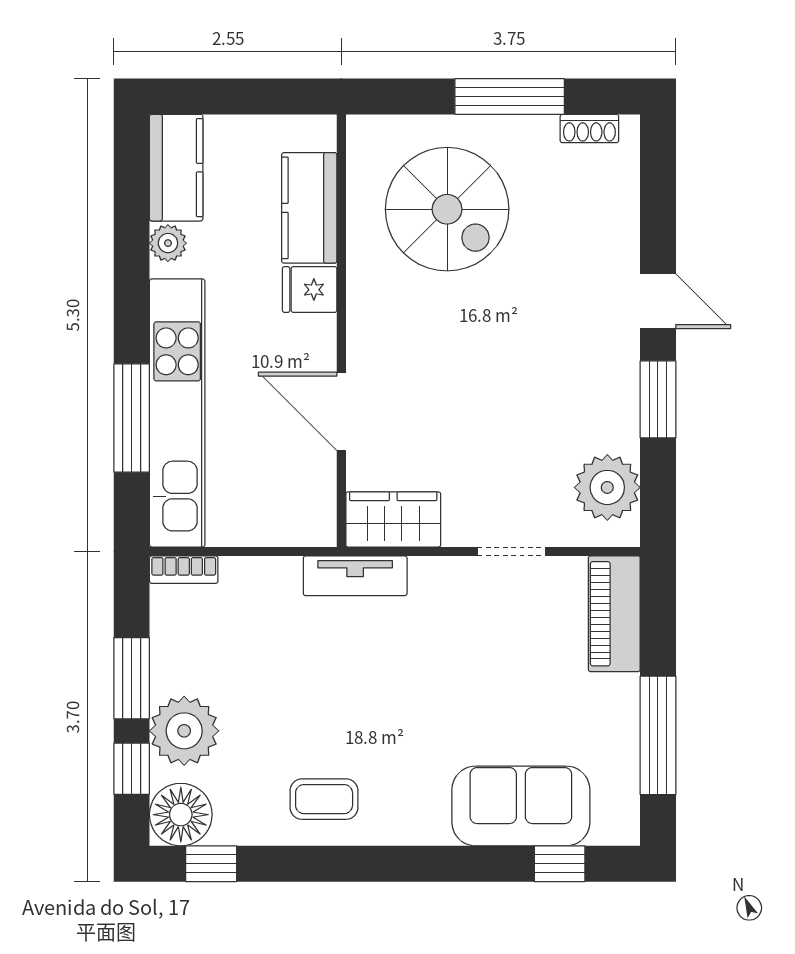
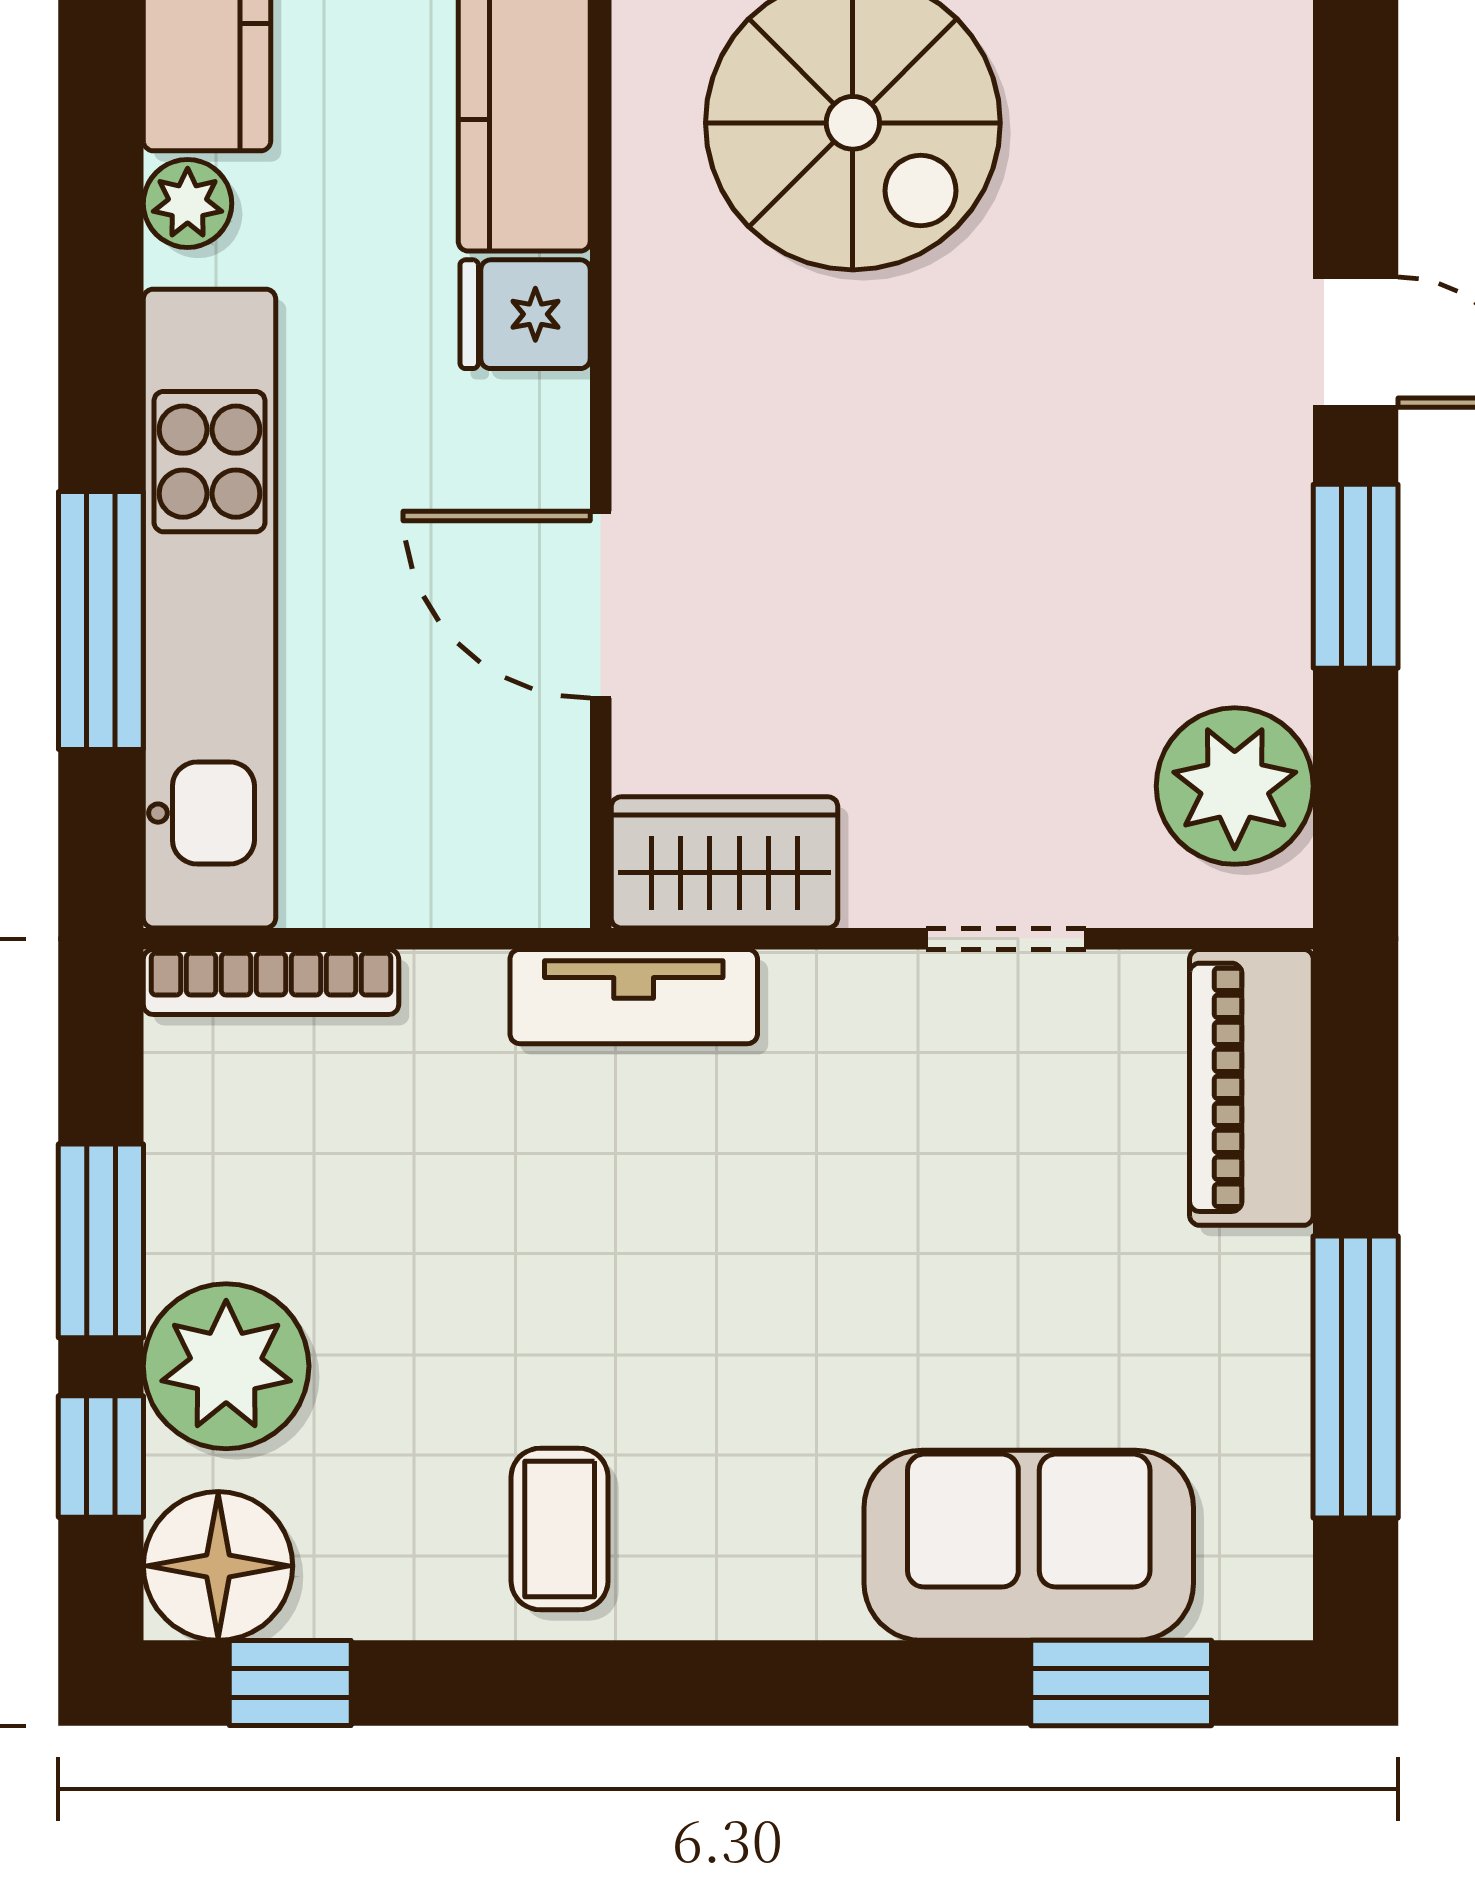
bookcase: (184, 570) -> (271, 982), width x1.56
coffee table: (324, 799) -> (560, 1529), turned 90
window: (560, 864) -> (1121, 1683), width x1.50

